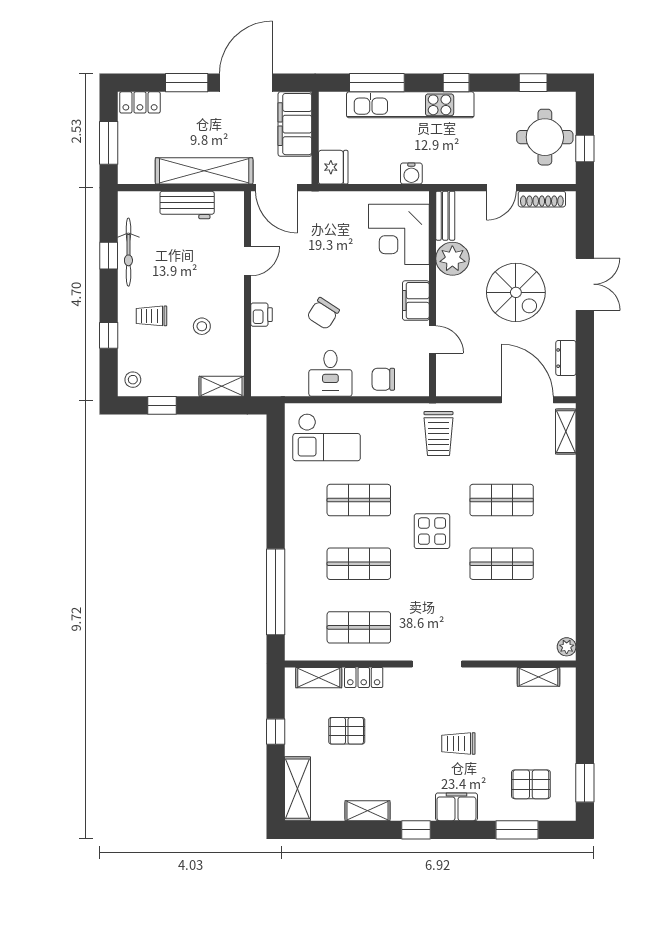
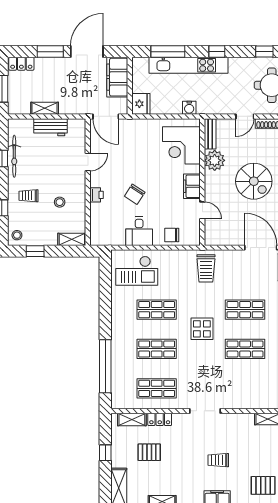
shelving: (204, 171) -> (45, 108), width x0.45, depth x0.75

